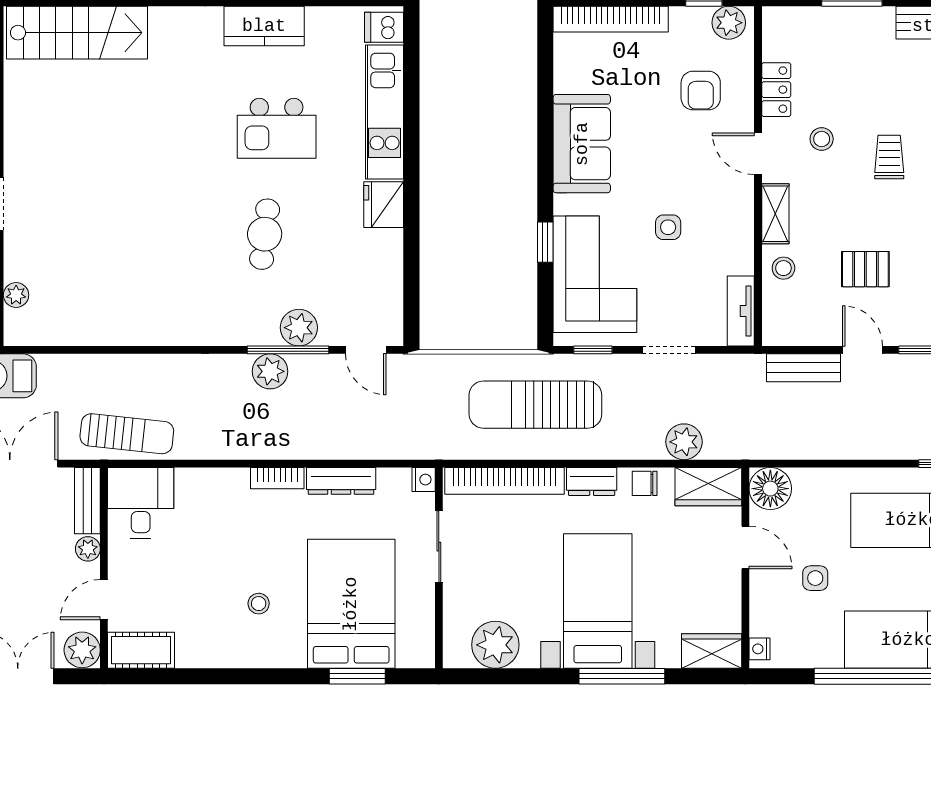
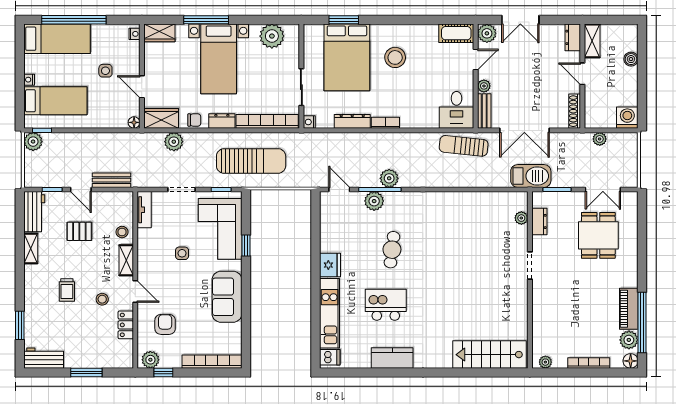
floor lamp: (770, 489) -> (134, 122), width x0.53, depth x0.53
stool: (259, 604) -> (395, 57), width x1.89, depth x1.89

